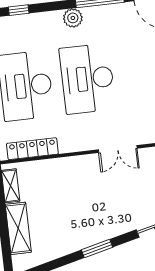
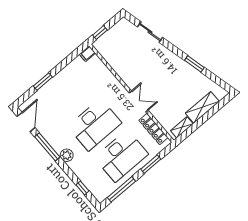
double door: (118, 149) -> (139, 101), moved
window: (97, 249) -> (194, 64), moved

